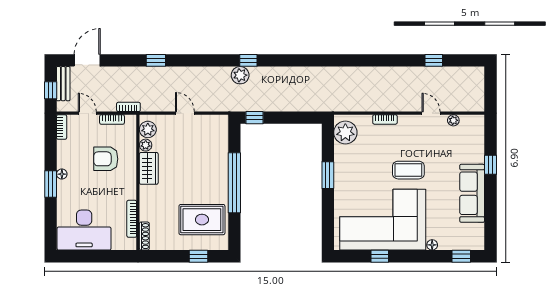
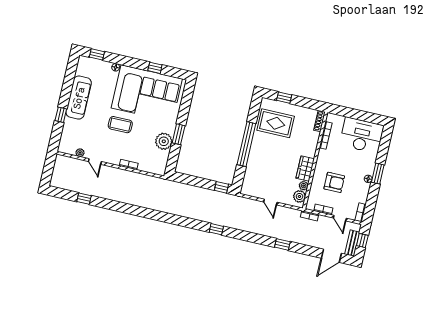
plant: (240, 75) -> (225, 220), removed
plant: (345, 133) -> (164, 141), moved

